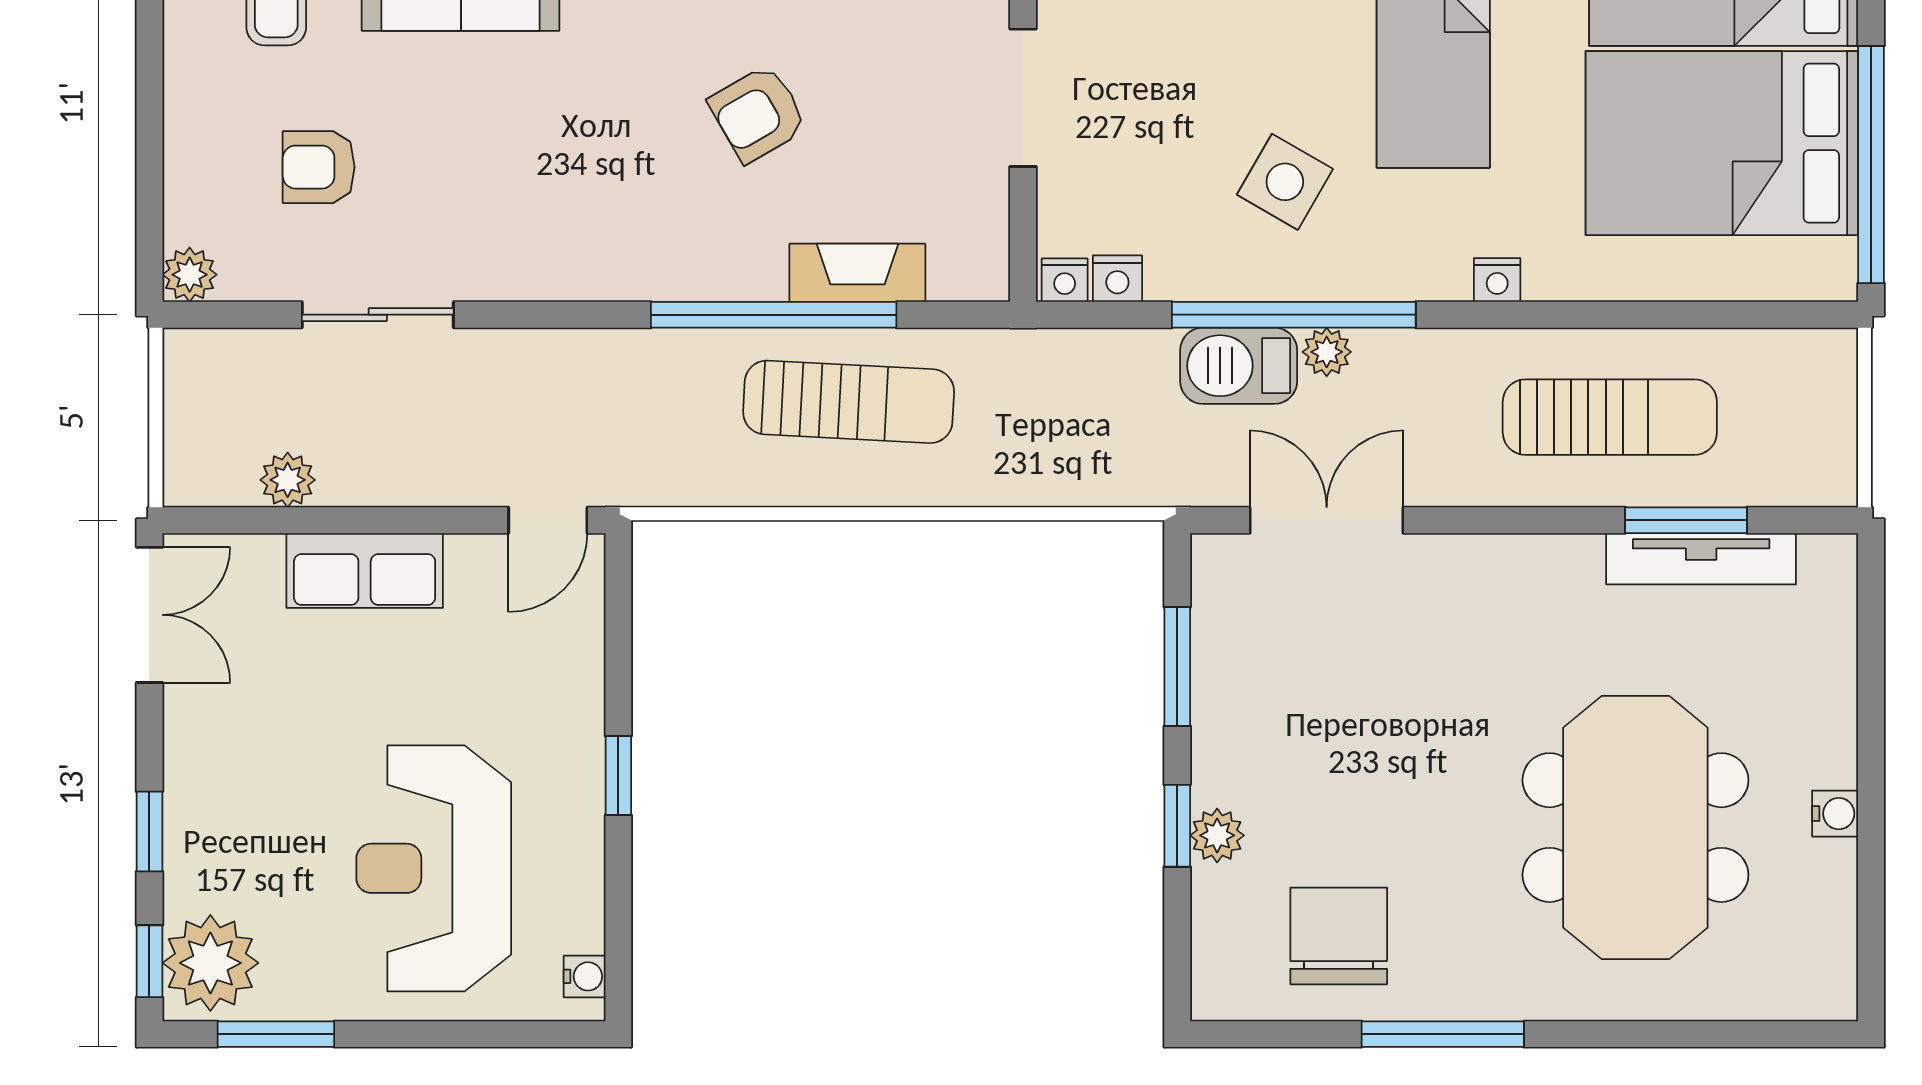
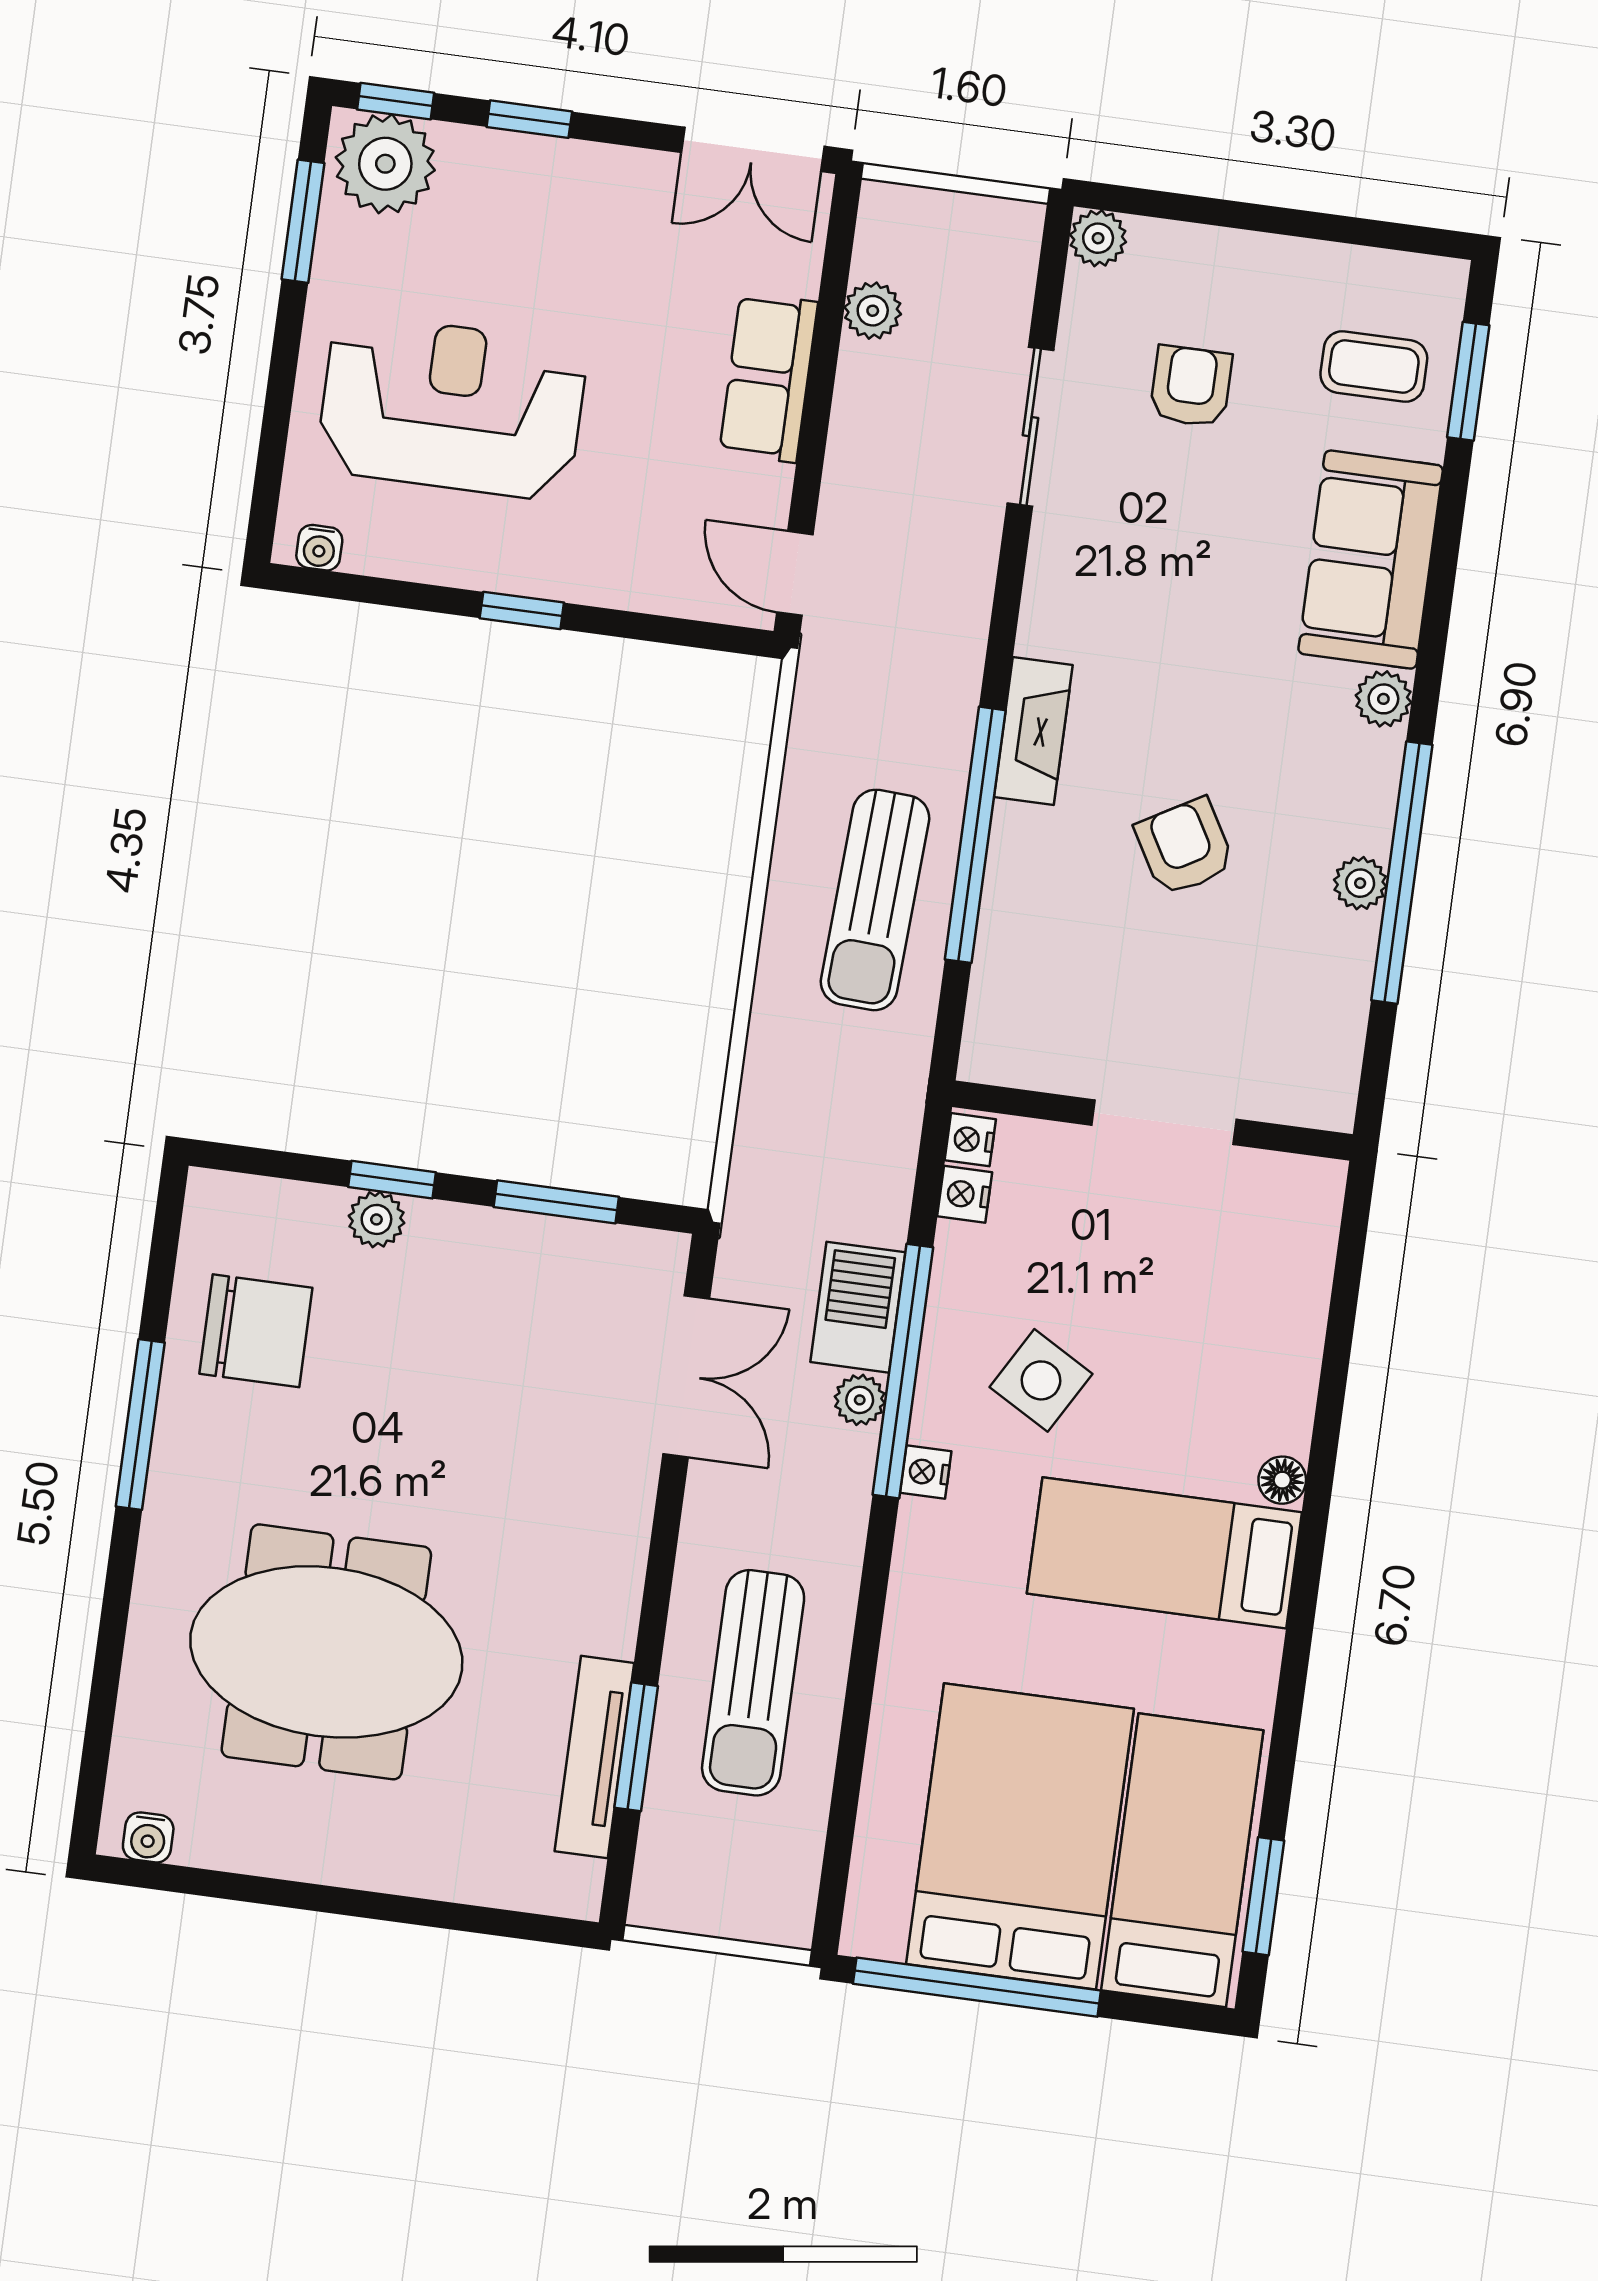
fireplace: (857, 273) -> (1033, 731), moved
nightstand: (1497, 280) -> (926, 1472), moved
water cooler: (1835, 814) -> (148, 1837), moved

